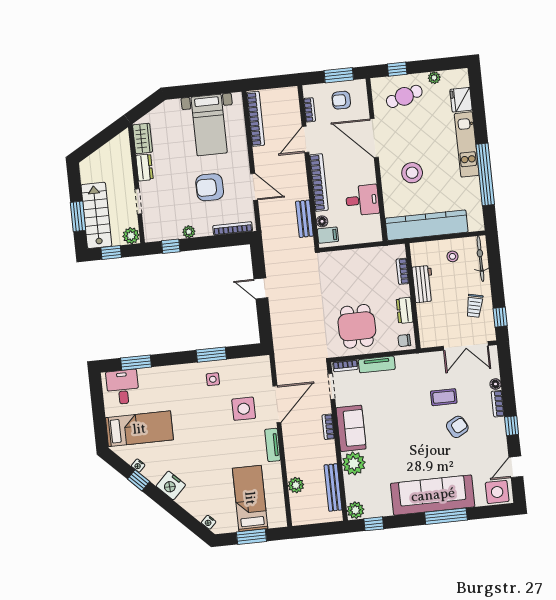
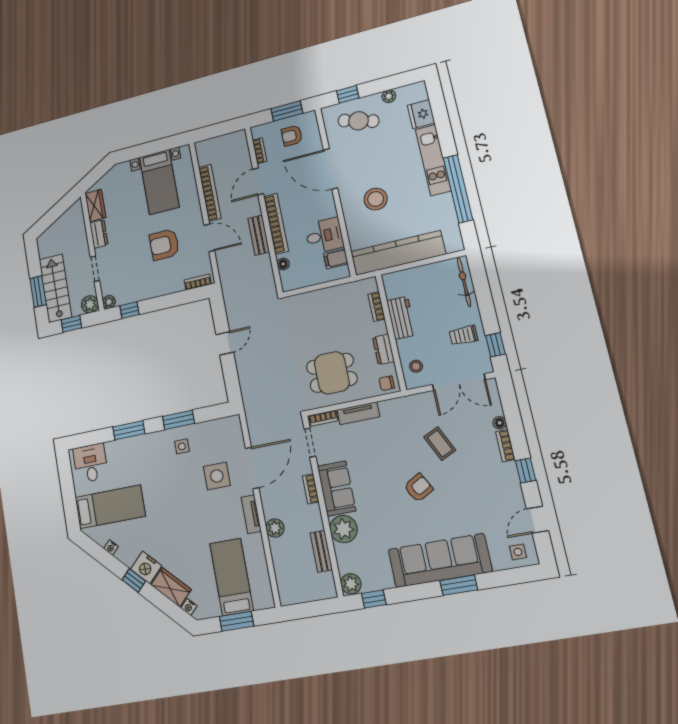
cafe table: (404, 96) -> (359, 121), turned 34
bookcase: (256, 119) -> (210, 193), moved
bench: (304, 219) -> (259, 235), moved
bookcase: (233, 228) -> (198, 282), width x0.64
plant: (189, 232) -> (109, 302), moved
filing cabinet: (328, 235) -> (336, 259), moved, turned 180
stool: (452, 256) -> (416, 366), moved
door: (261, 288) -> (225, 343), swing flipped
trolley: (475, 306) -> (464, 335), turned 77
dining table: (357, 326) -> (332, 373), turned 90
window: (136, 363) -> (129, 430), moved
coffee table: (444, 397) -> (440, 444), turned 65
armchair: (457, 427) -> (418, 488), moved
window: (139, 480) -> (134, 580), moved
plant: (296, 485) -> (275, 528), moved
bench: (333, 487) -> (321, 551), width x0.73
side table: (497, 492) -> (518, 552), width x0.54, depth x0.54
wardrobe: (193, 504) -> (171, 587), added
window: (446, 516) -> (459, 585), width x0.69

